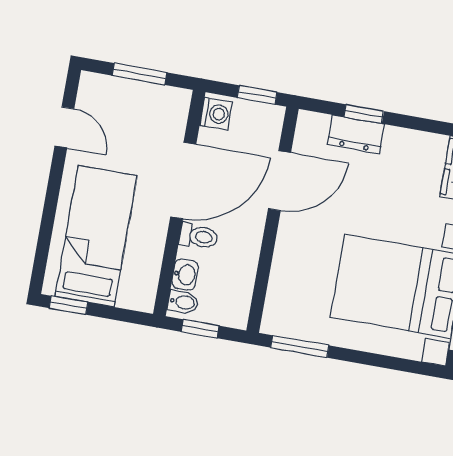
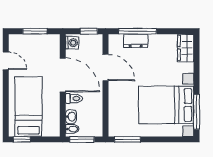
window: (364, 114) -> (138, 31), width x2.17
door: (183, 180) -> (63, 75), hinge flipped
door: (280, 181) -> (105, 67), hinge flipped
window: (200, 329) -> (82, 139), width x1.50

